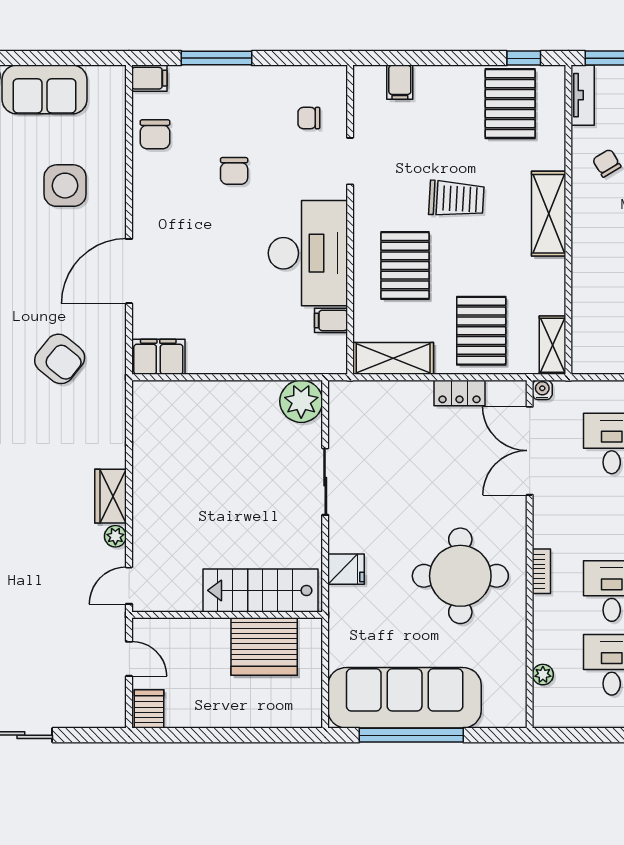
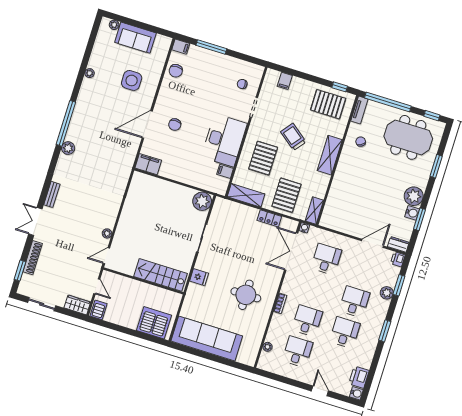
pallet: (510, 104) -> (328, 104), turned 90
chair: (234, 171) -> (175, 125), moved
trolley: (456, 199) -> (293, 137), turned -145
armchair: (60, 359) -> (107, 152), removed
wardrobe: (111, 496) -> (77, 305), moved, turned 90
round table: (460, 576) -> (246, 295), width x0.73, depth x0.73
server rack: (264, 647) -> (154, 323), moved, turned 180
window: (411, 735) -> (205, 355), removed

